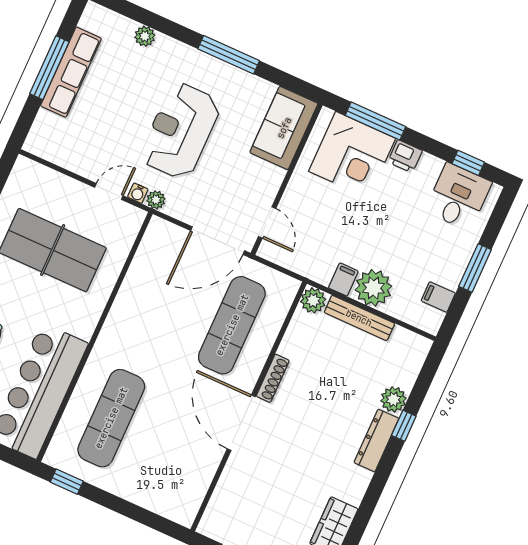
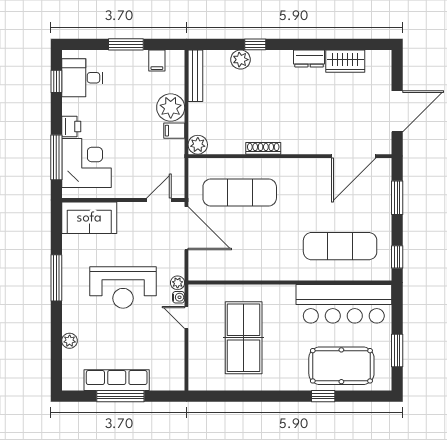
bench: (359, 318) -> (195, 76), moved
door: (241, 423) -> (354, 156), moved
dresser: (376, 441) -> (309, 59), moved, width x0.70
window: (139, 514) -> (397, 198), added

